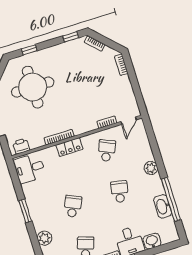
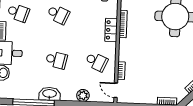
plant: (151, 168) -> (83, 95), moved
washbasin: (163, 206) -> (50, 94), moved

